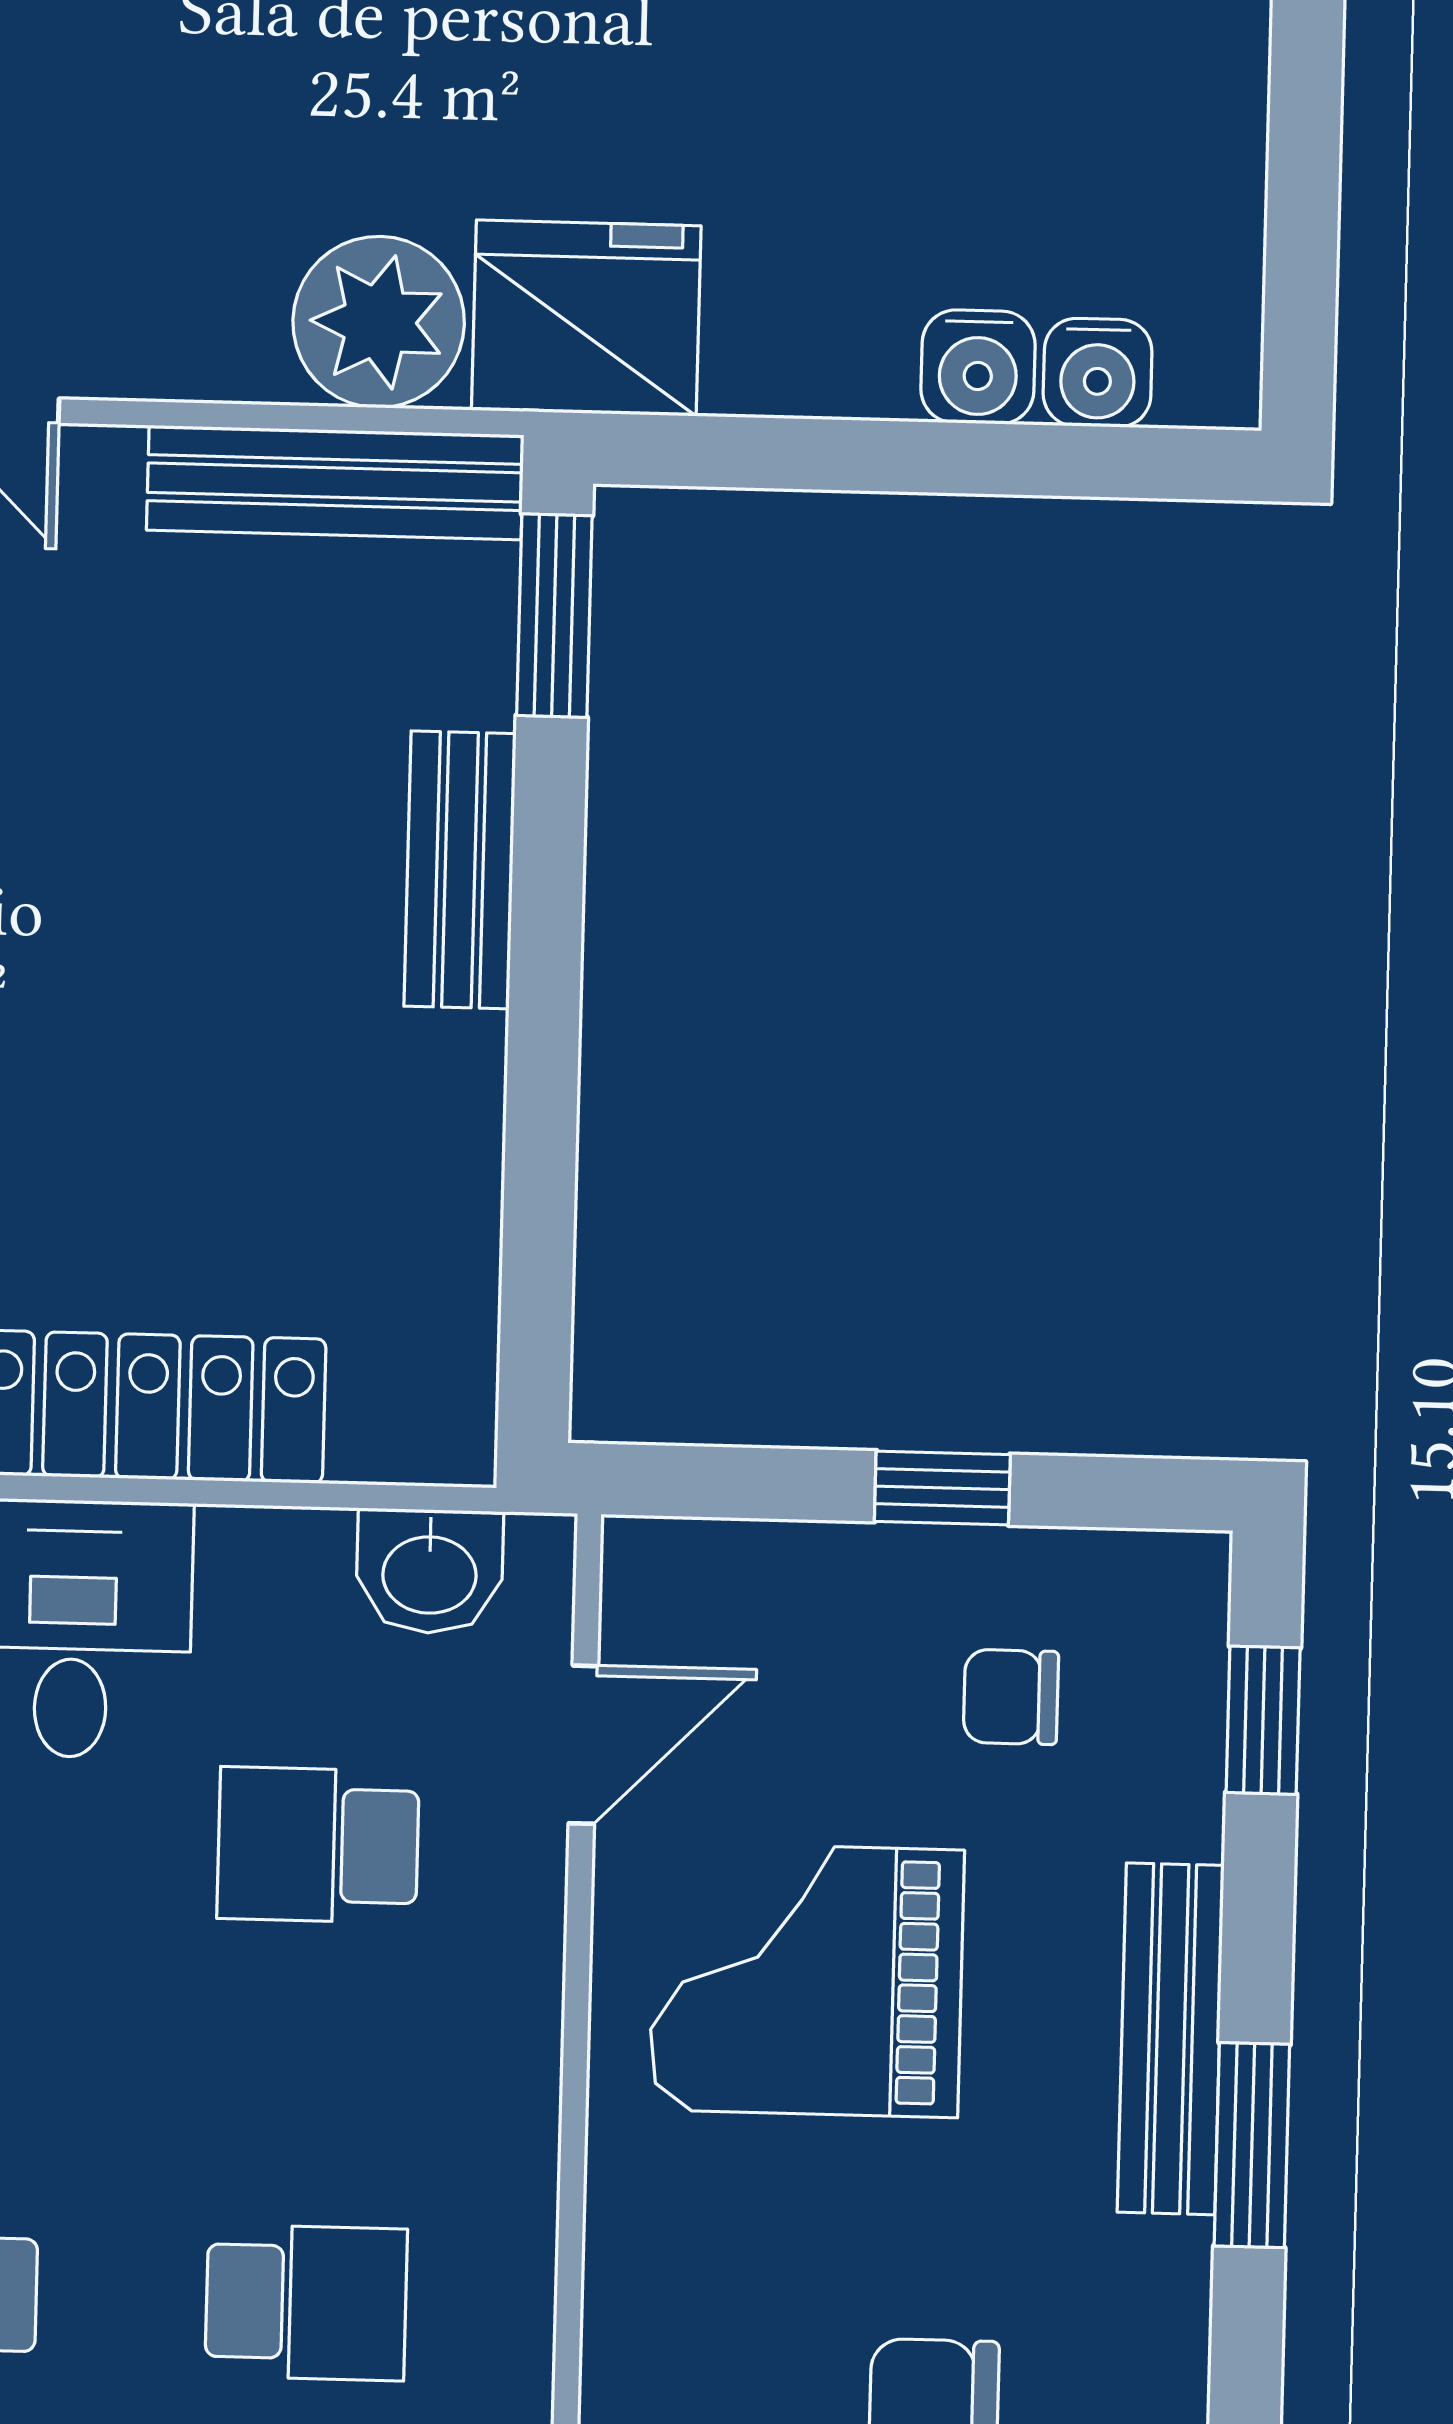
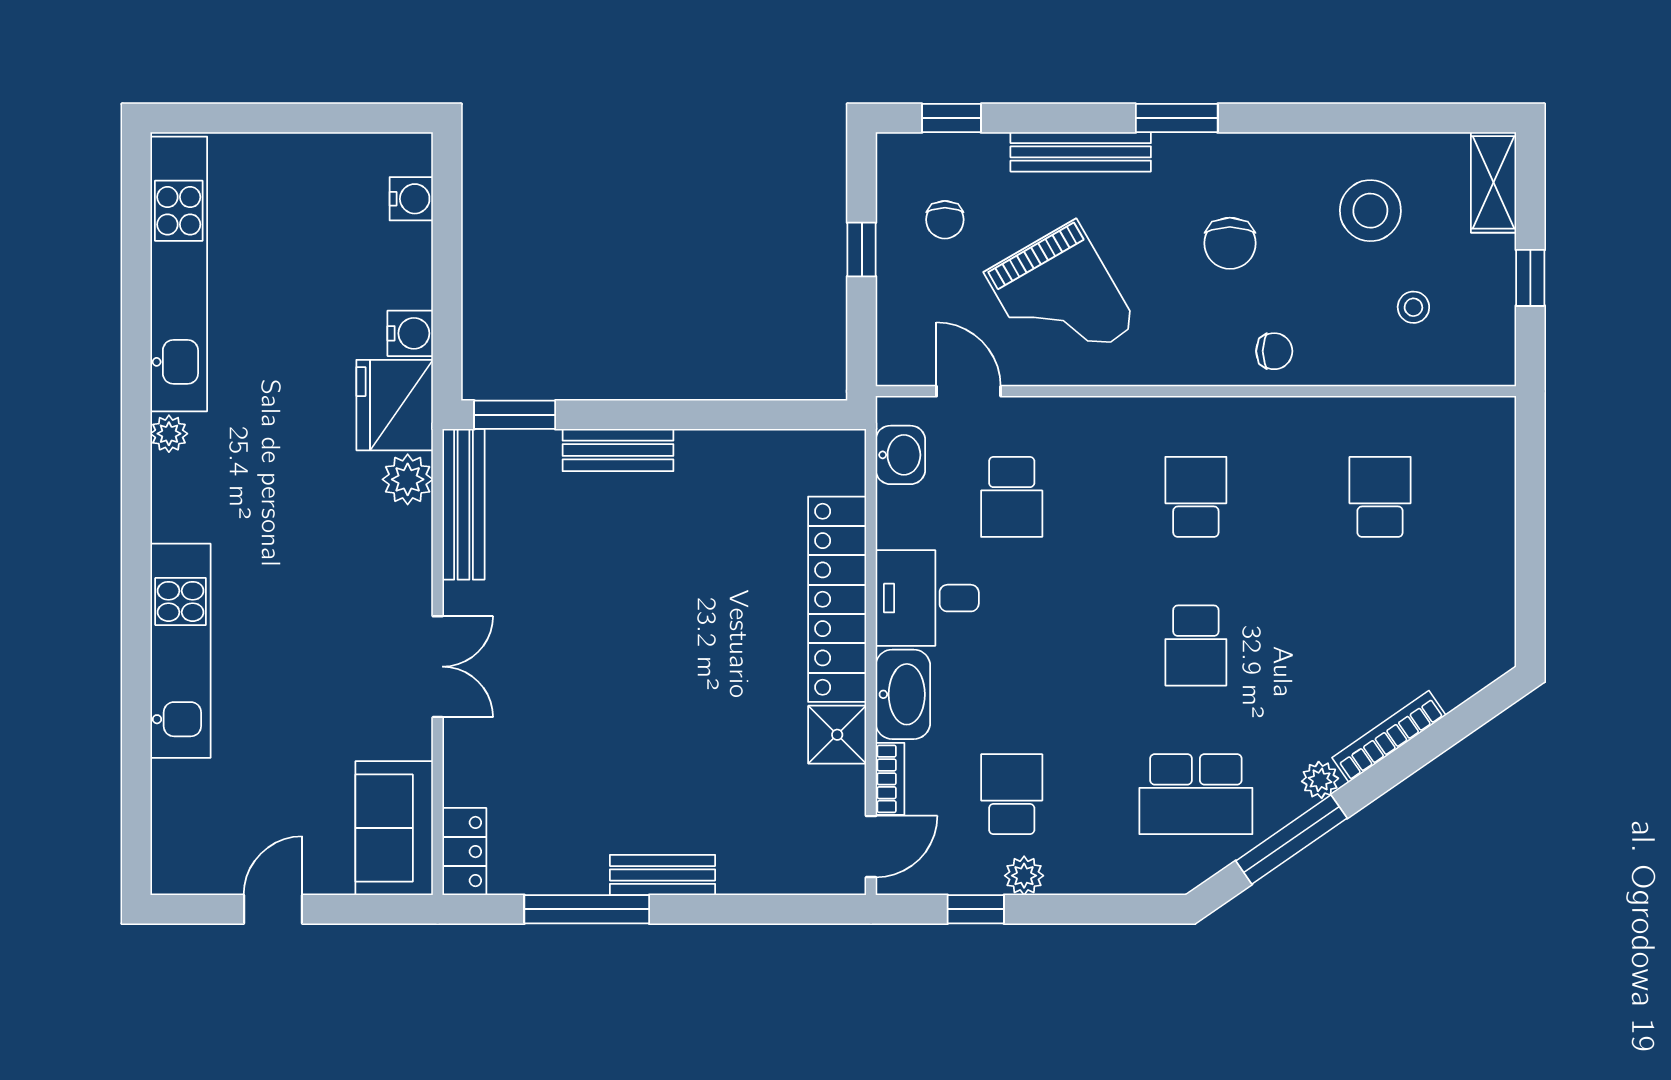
plant: (379, 322) -> (408, 479), width x0.73, depth x0.73
water cooler: (978, 367) -> (410, 333), moved
grand piano: (807, 1980) -> (1061, 299), turned -30
window: (1252, 2145) -> (1177, 118), moved

